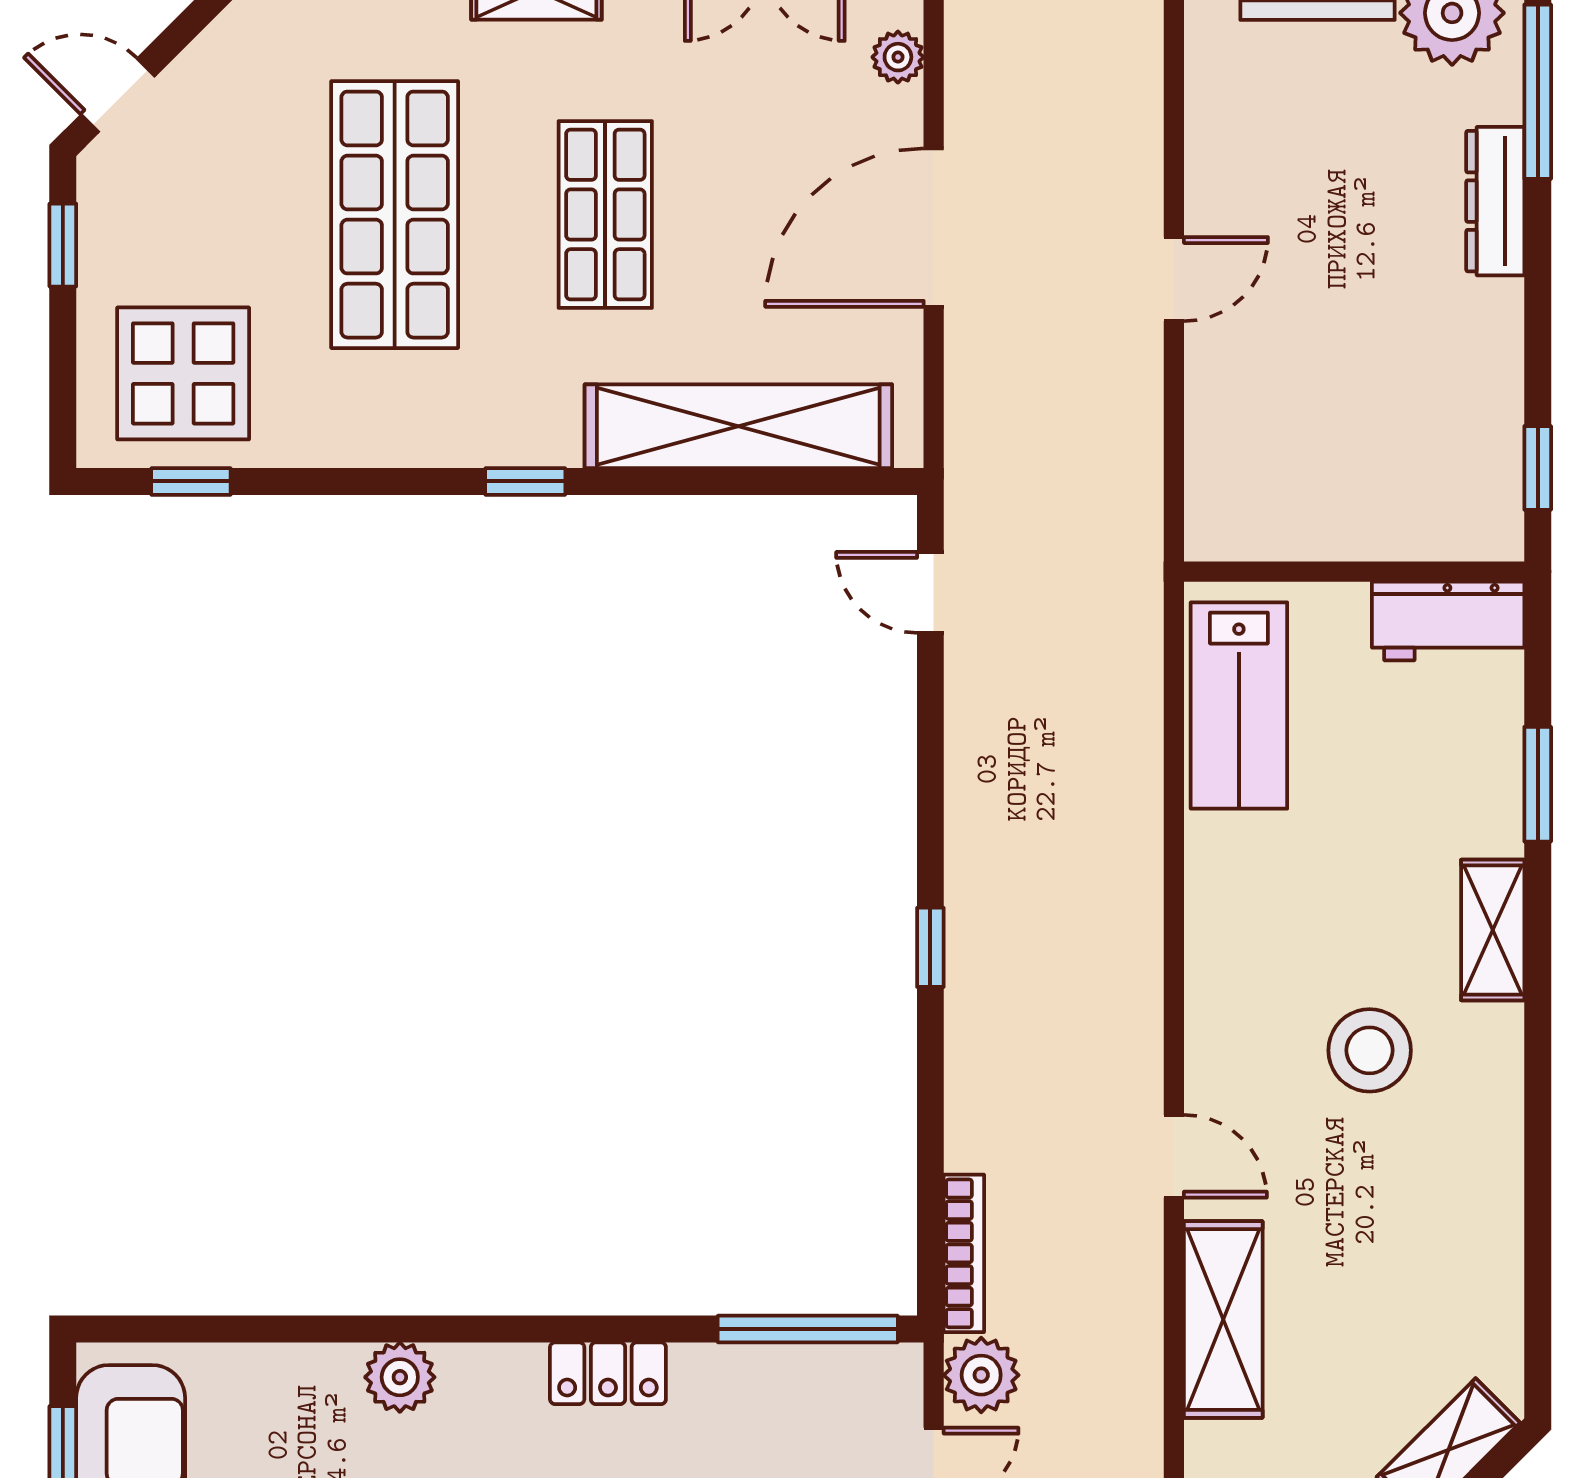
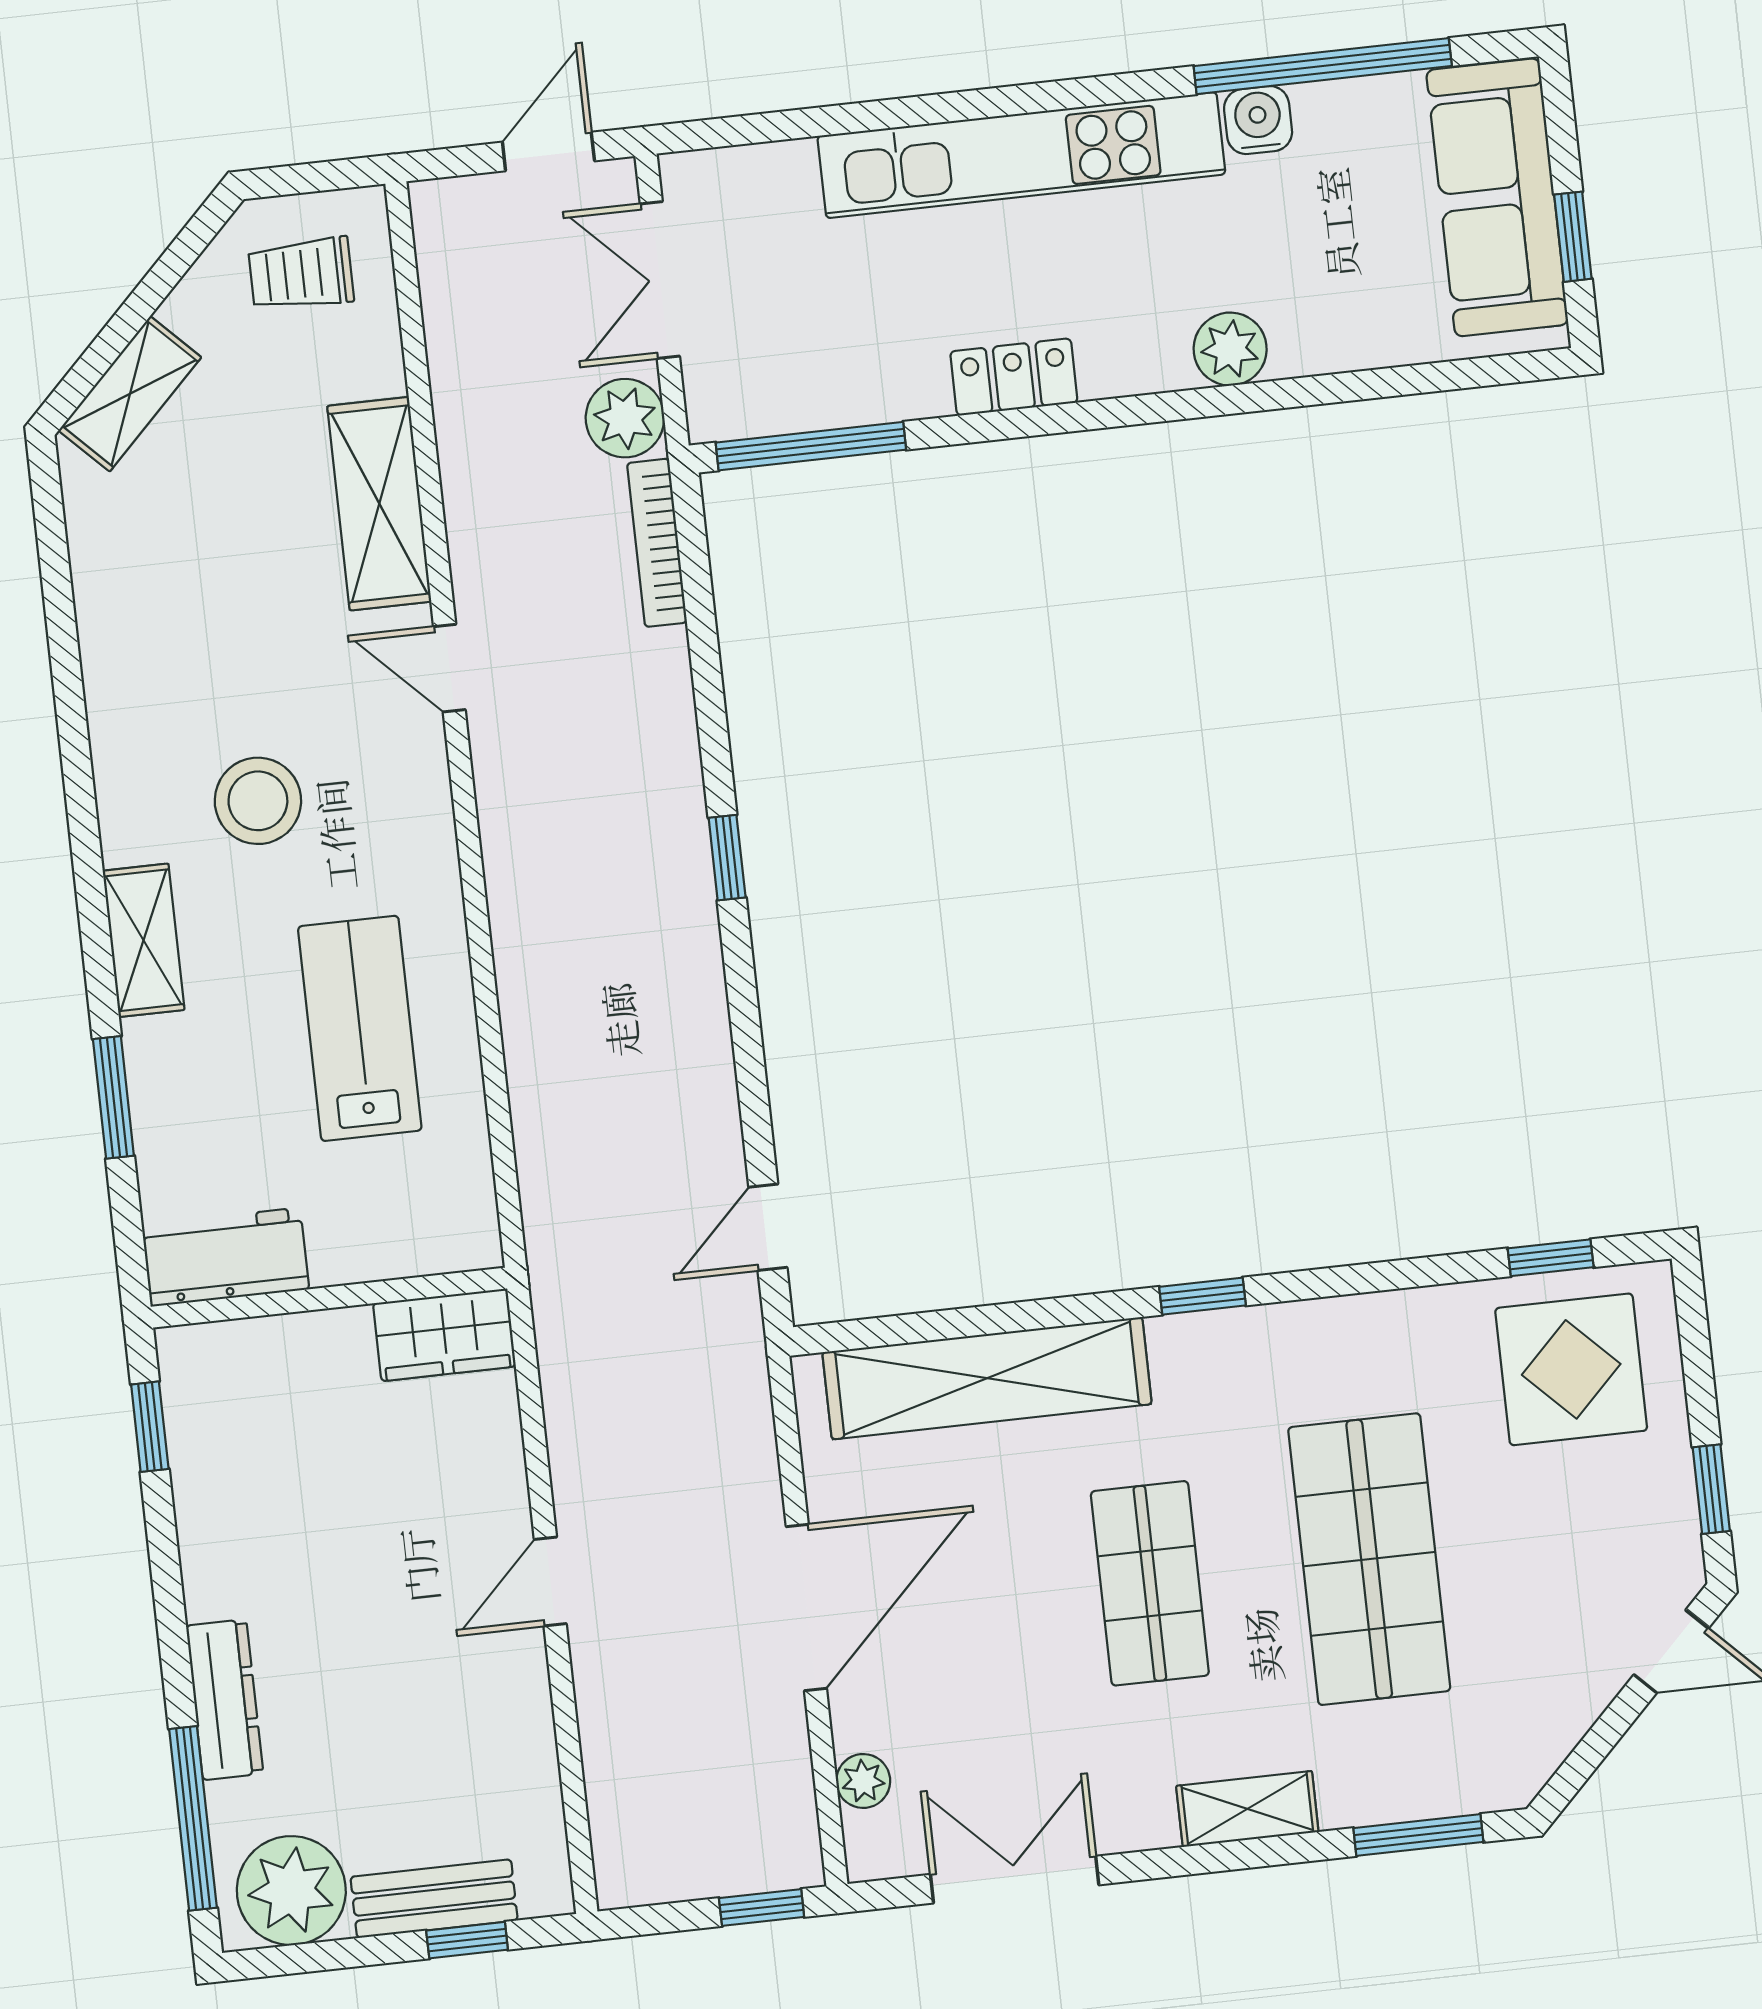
wardrobe: (1249, 524) -> (444, 1335), added
door: (930, 592) -> (768, 1227), swing flipped
lab bench: (1239, 705) -> (360, 1028), moved

